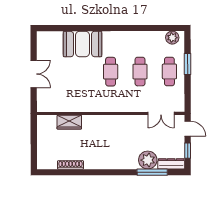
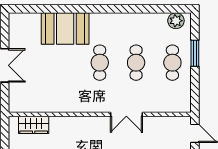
double door: (161, 113) -> (126, 114), moved
wardrobe: (69, 122) -> (34, 125), moved

